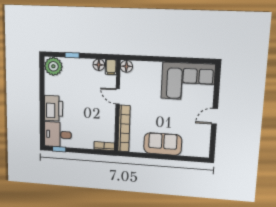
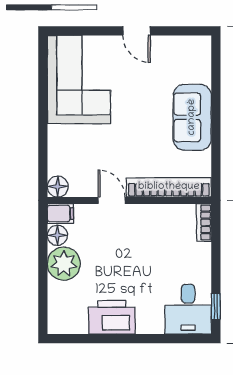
window: (72, 55) -> (43, 283), removed
plant: (53, 66) -> (64, 264), moved
door: (118, 96) -> (112, 200), swing flipped
printer: (53, 108) -> (112, 317), moved

